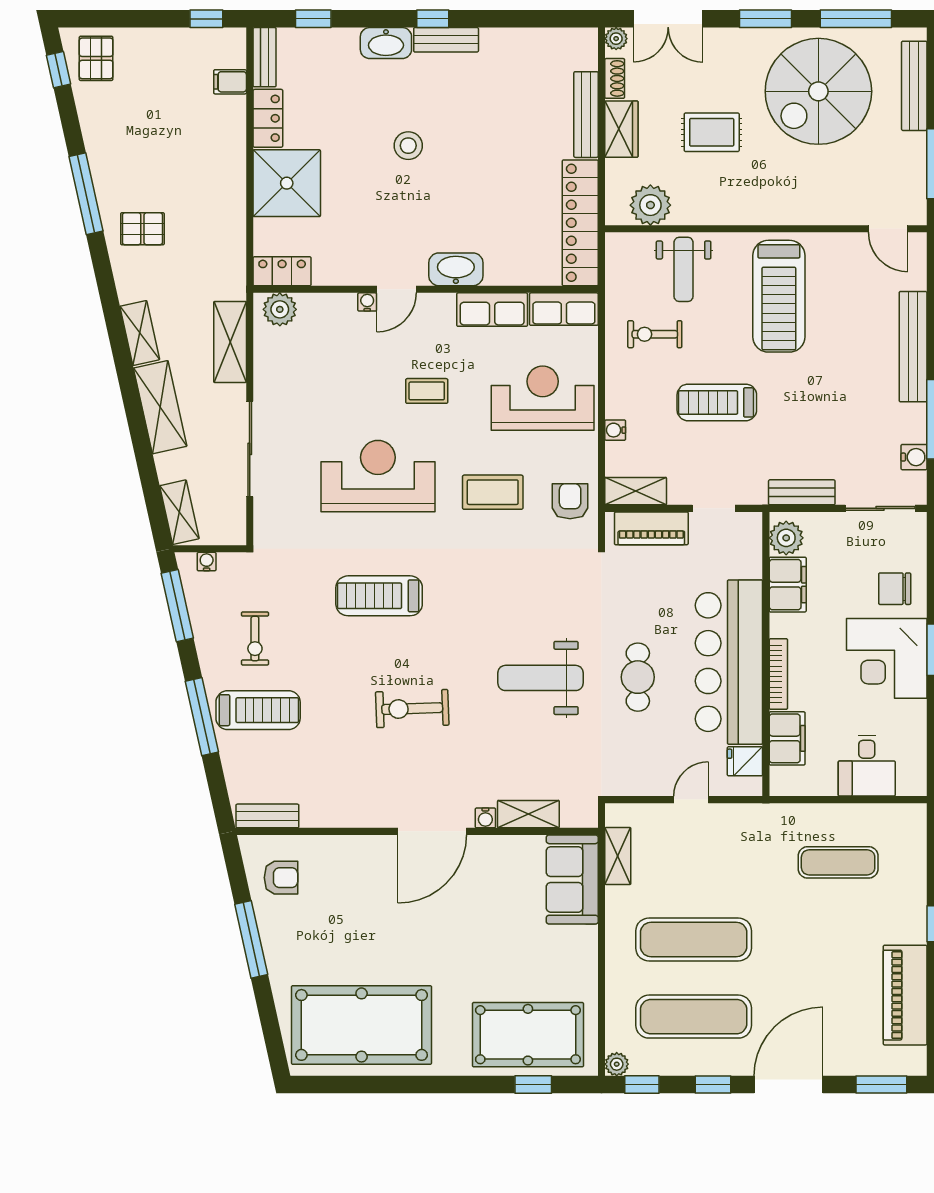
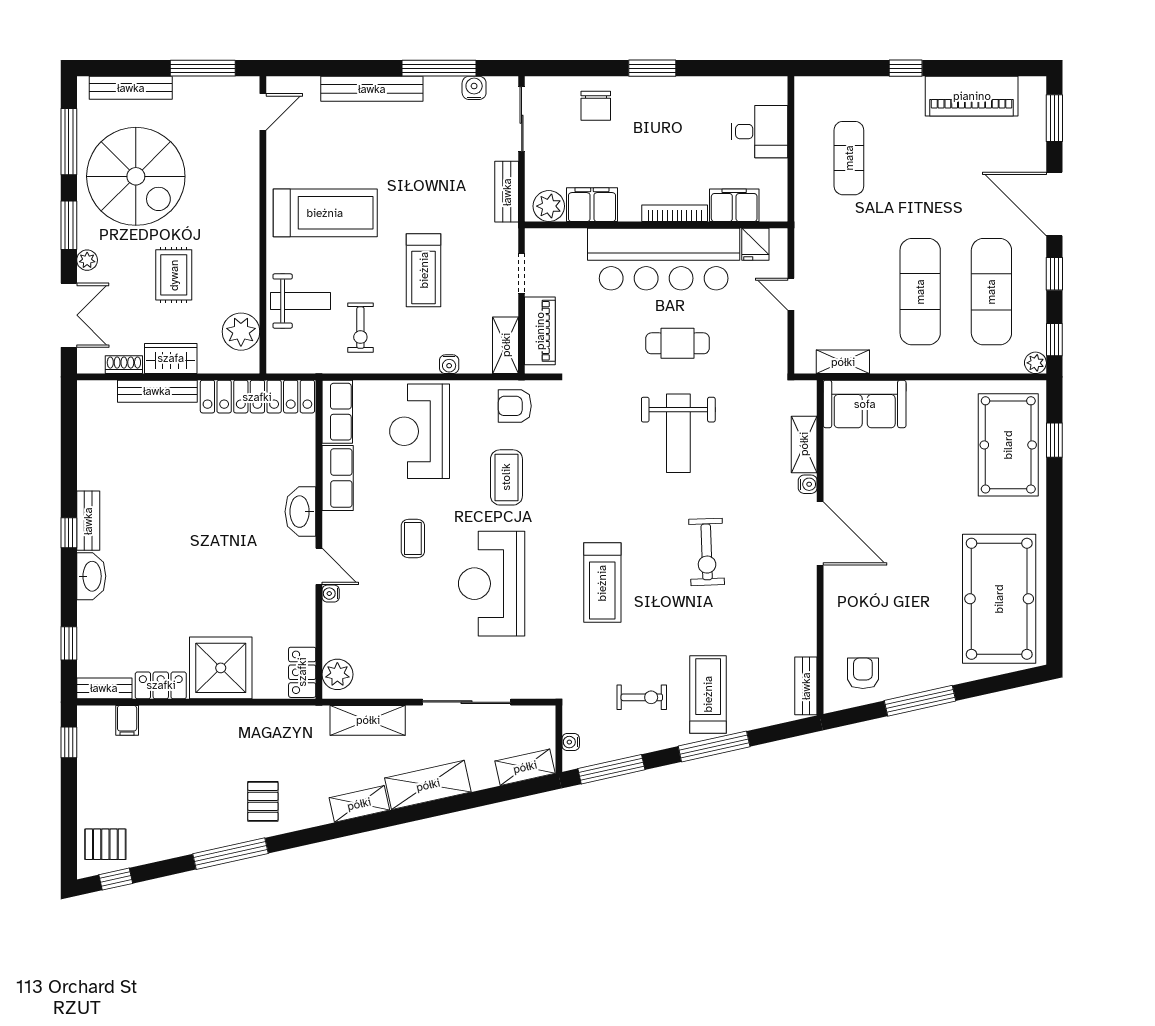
plant: (616, 39) -> (87, 260), moved
stool: (408, 146) -> (186, 556), removed
corner desk: (887, 658) -> (660, 113), removed

